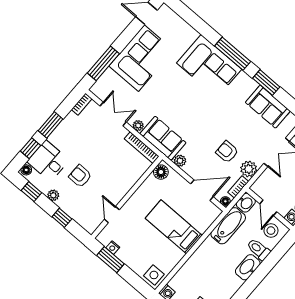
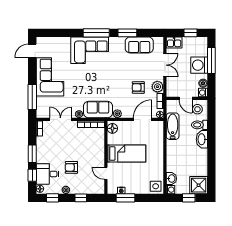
washbasin: (246, 203) -> (171, 179), moved
bed: (174, 227) -> (126, 153), moved, turned 180

